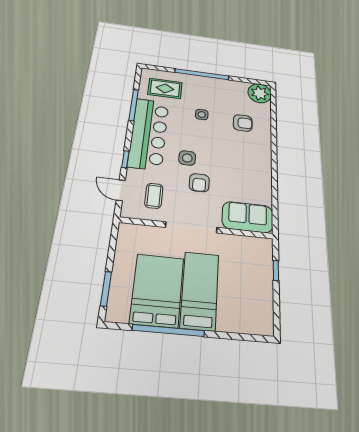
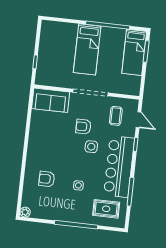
plant: (260, 93) -> (25, 212), width x0.53, depth x0.53
armchair: (199, 183) -> (83, 127), turned -90
bed: (157, 290) -> (134, 52), moved, width x0.67

